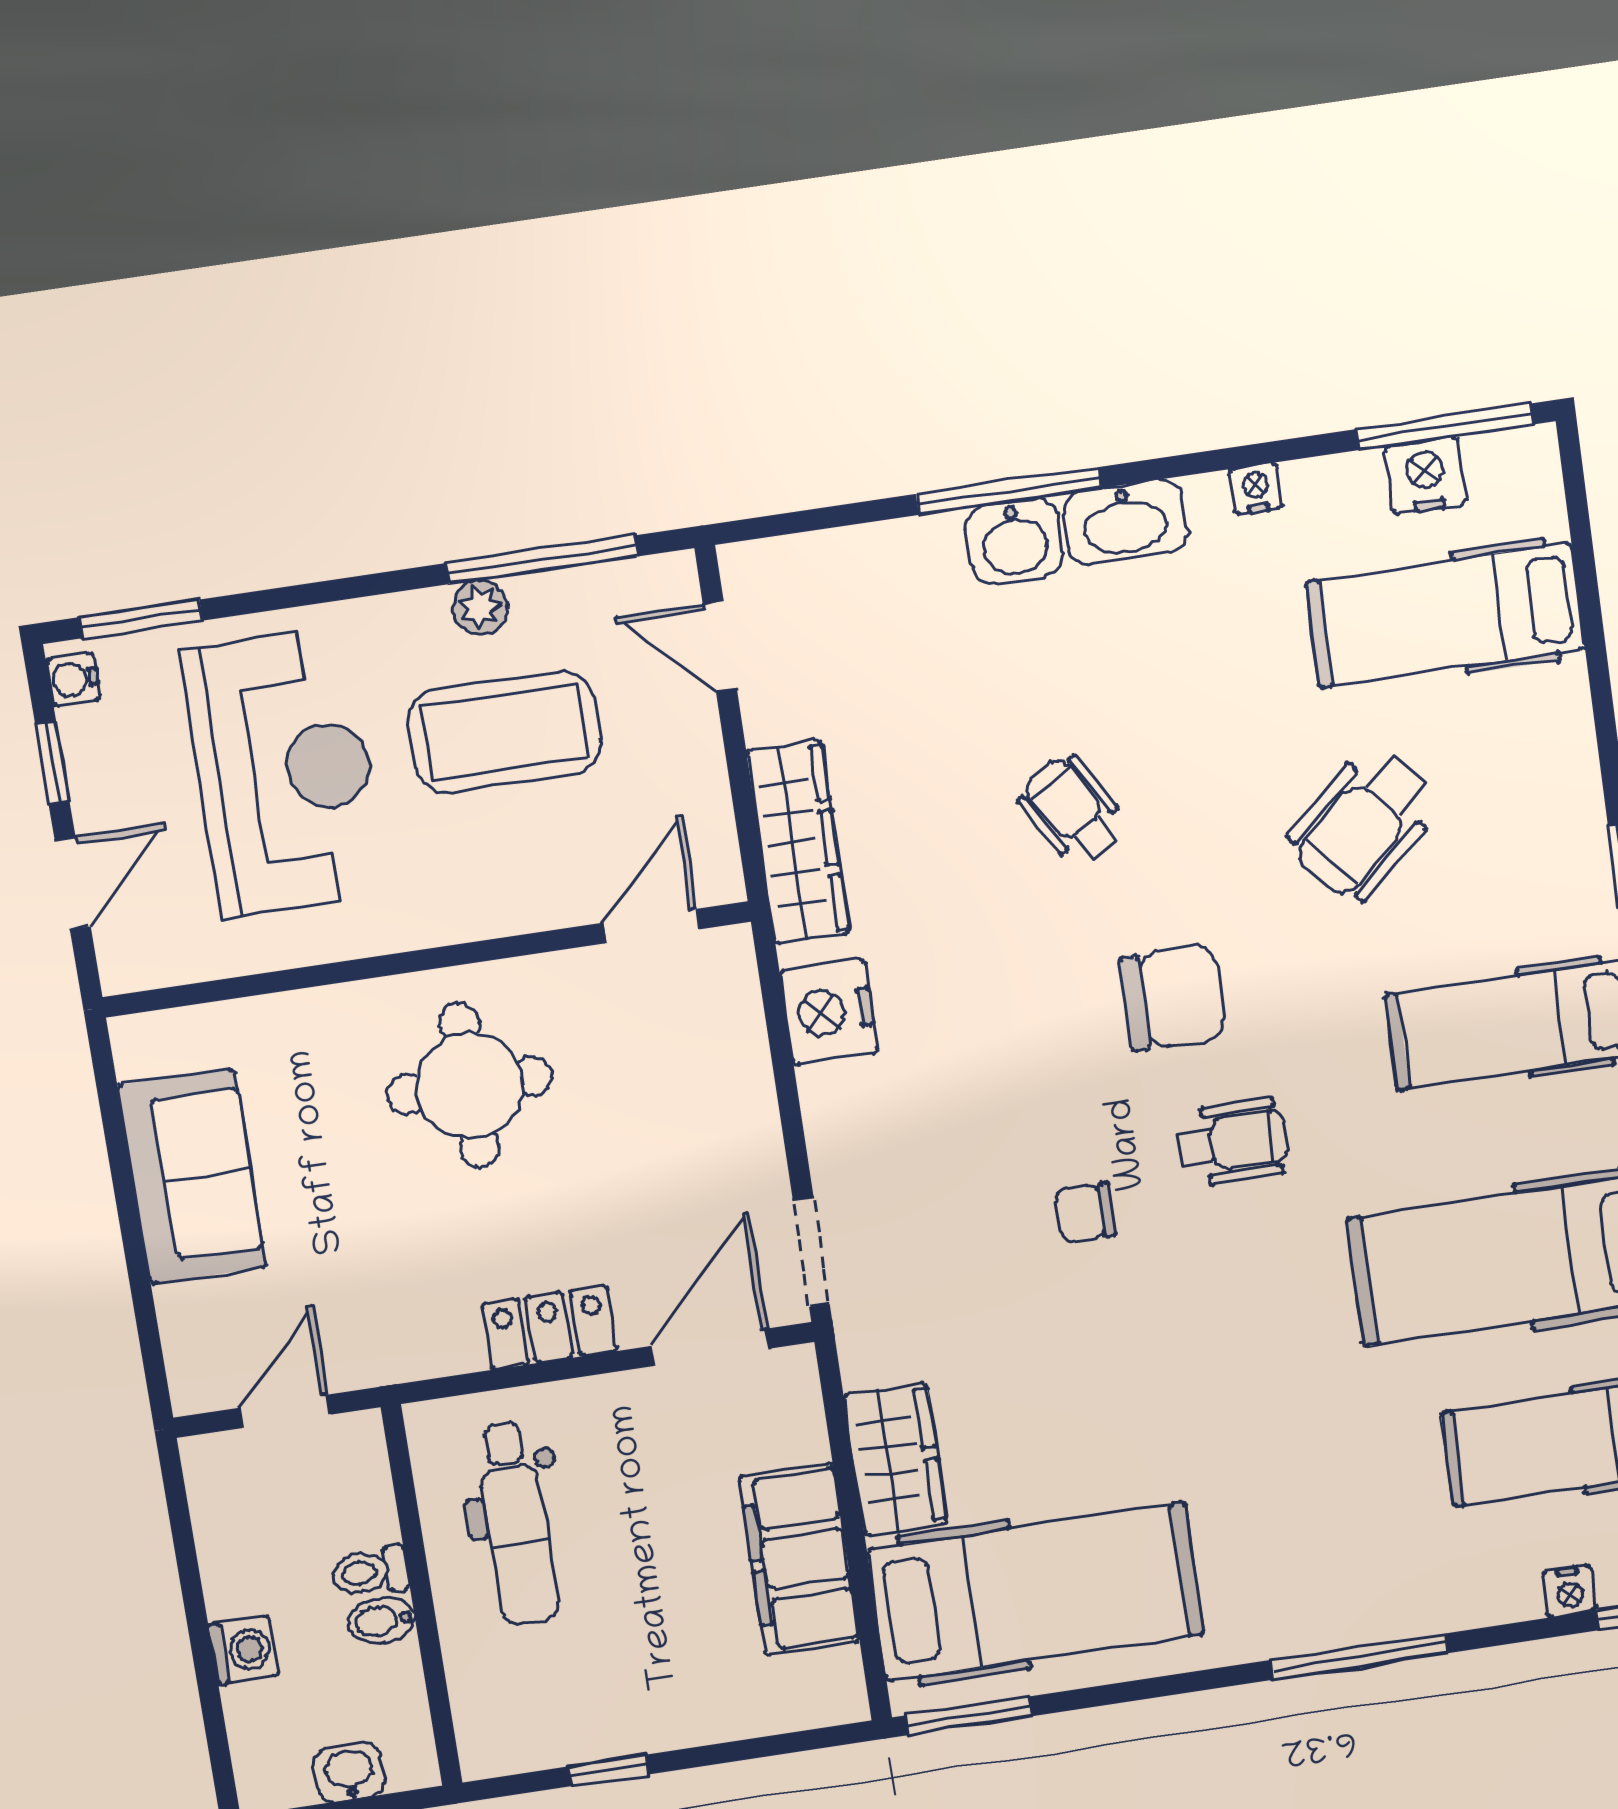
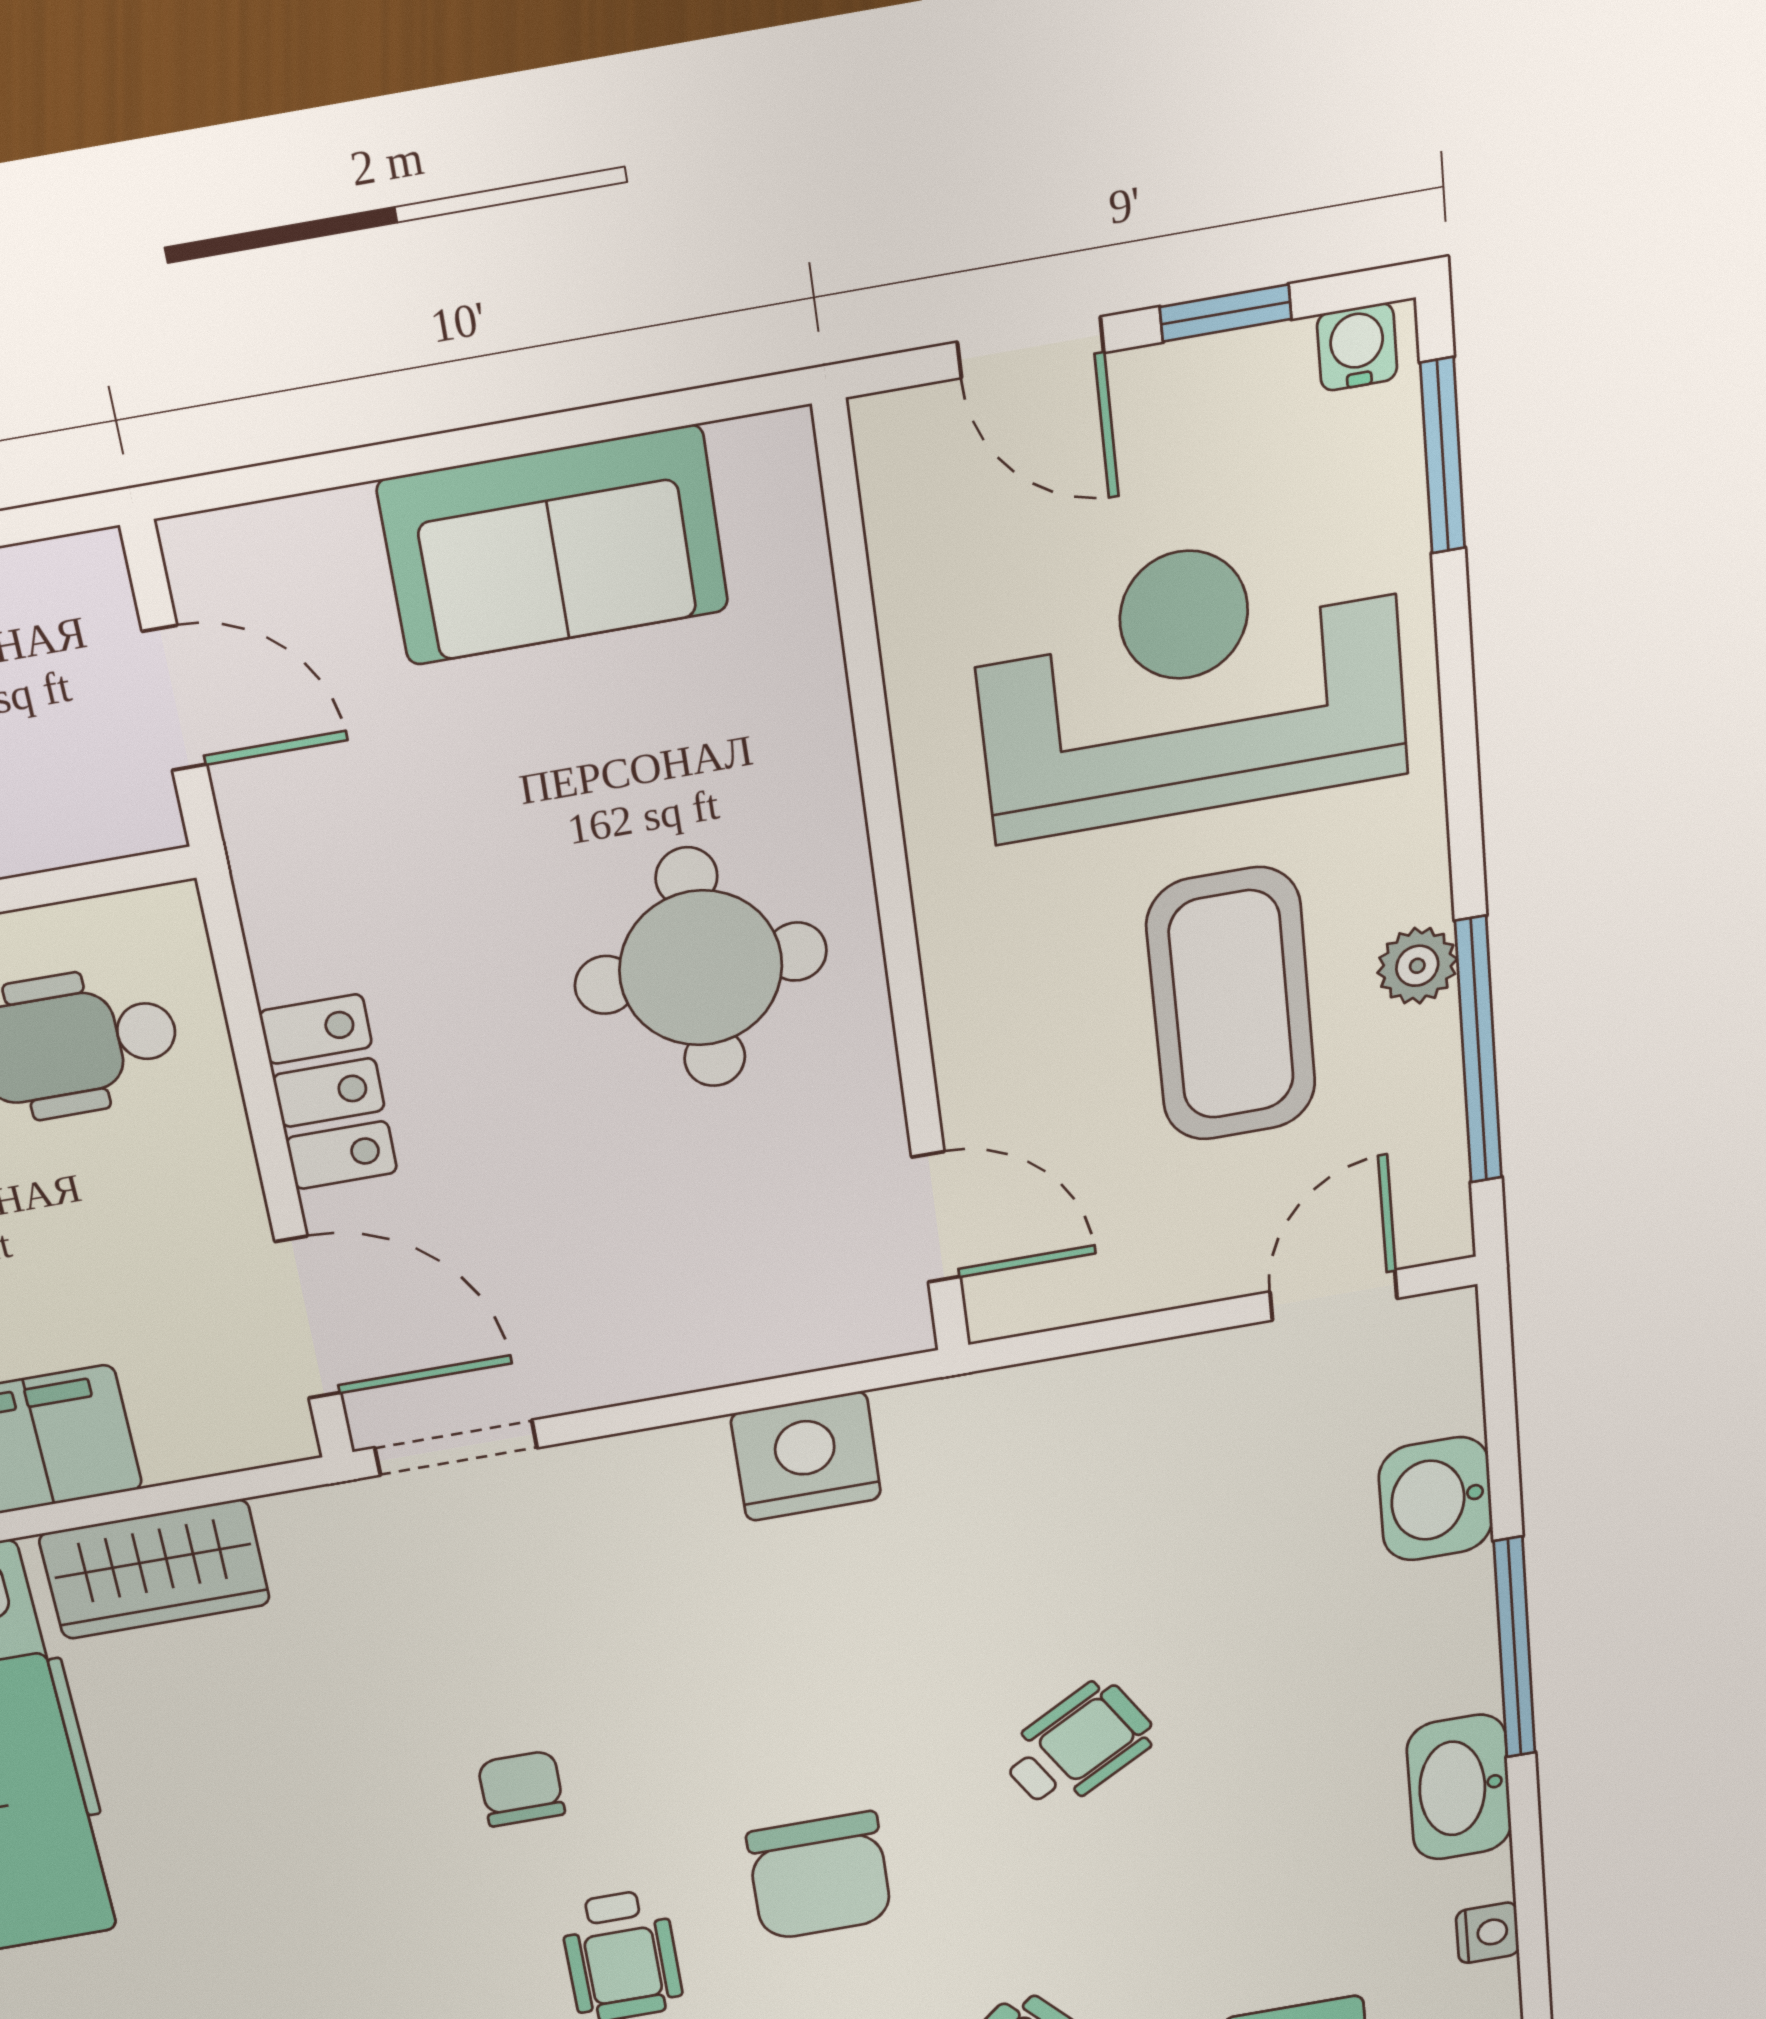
washbasin: (1014, 541) -> (1436, 1499), moved
reception desk: (284, 772) -> (1190, 682), turned 180
wardrobe: (798, 842) -> (1050, 1407), removed

